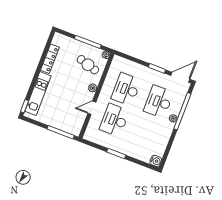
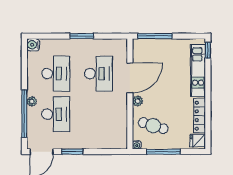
fridge: (58, 40) -> (198, 141), added
desk: (126, 89) -> (56, 74), moved
door: (92, 108) -> (130, 78), width x1.87

